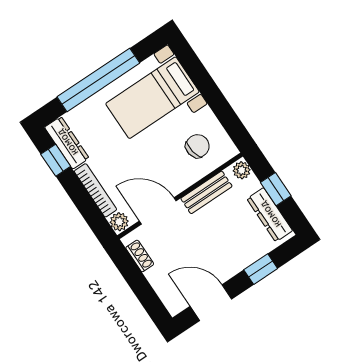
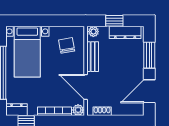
dresser: (67, 143) -> (16, 110), width x0.70
door: (158, 211) -> (86, 87), hinge flipped
window: (261, 269) -> (149, 55), width x1.50

